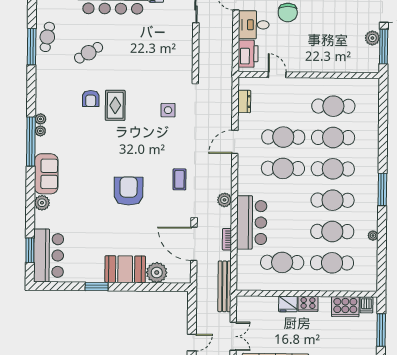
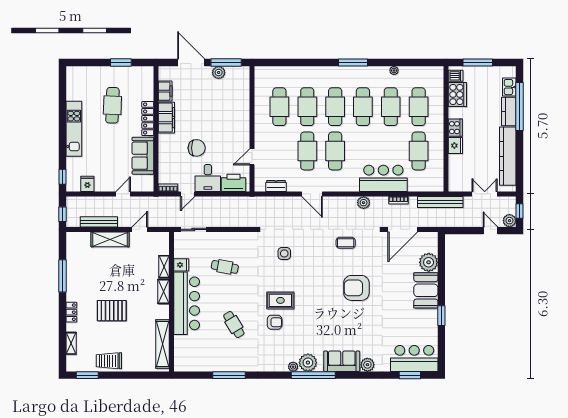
cafe table: (47, 37) -> (225, 267), moved
plant: (40, 131) -> (308, 363), width x1.87, depth x1.87

